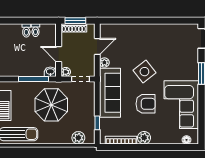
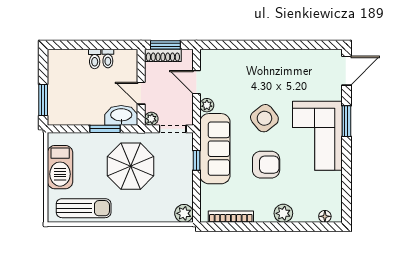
door: (97, 46) -> (197, 82), swing flipped
washbasin: (50, 72) -> (121, 115), width x1.91, depth x1.45
window: (33, 79) -> (105, 129), width x0.69
corner sofa: (181, 105) -> (317, 136), moved
window: (97, 123) -> (197, 160), moved
plant: (78, 138) -> (184, 213), moved
plant: (144, 138) -> (283, 213), moved

